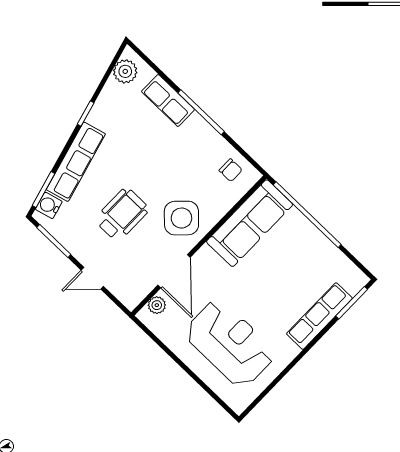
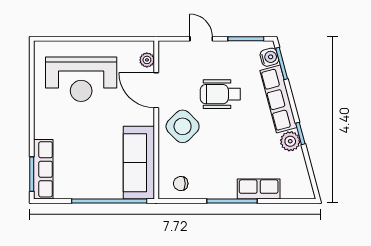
plant: (125, 71) -> (290, 141), moved
wheelchair: (122, 214) -> (220, 94), turned 90
door: (92, 278) -> (201, 39), hinge flipped
row of seats: (319, 316) -> (43, 169), moved

